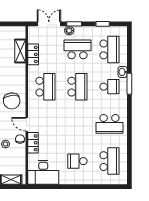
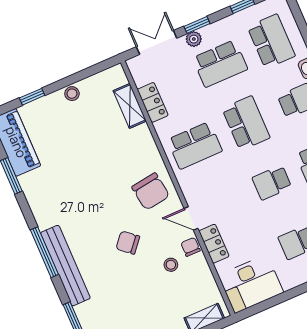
school desk: (77, 49) -> (220, 64), turned 180
school desk: (45, 87) -> (195, 145), turned 90
school desk: (77, 124) -> (272, 183), added

